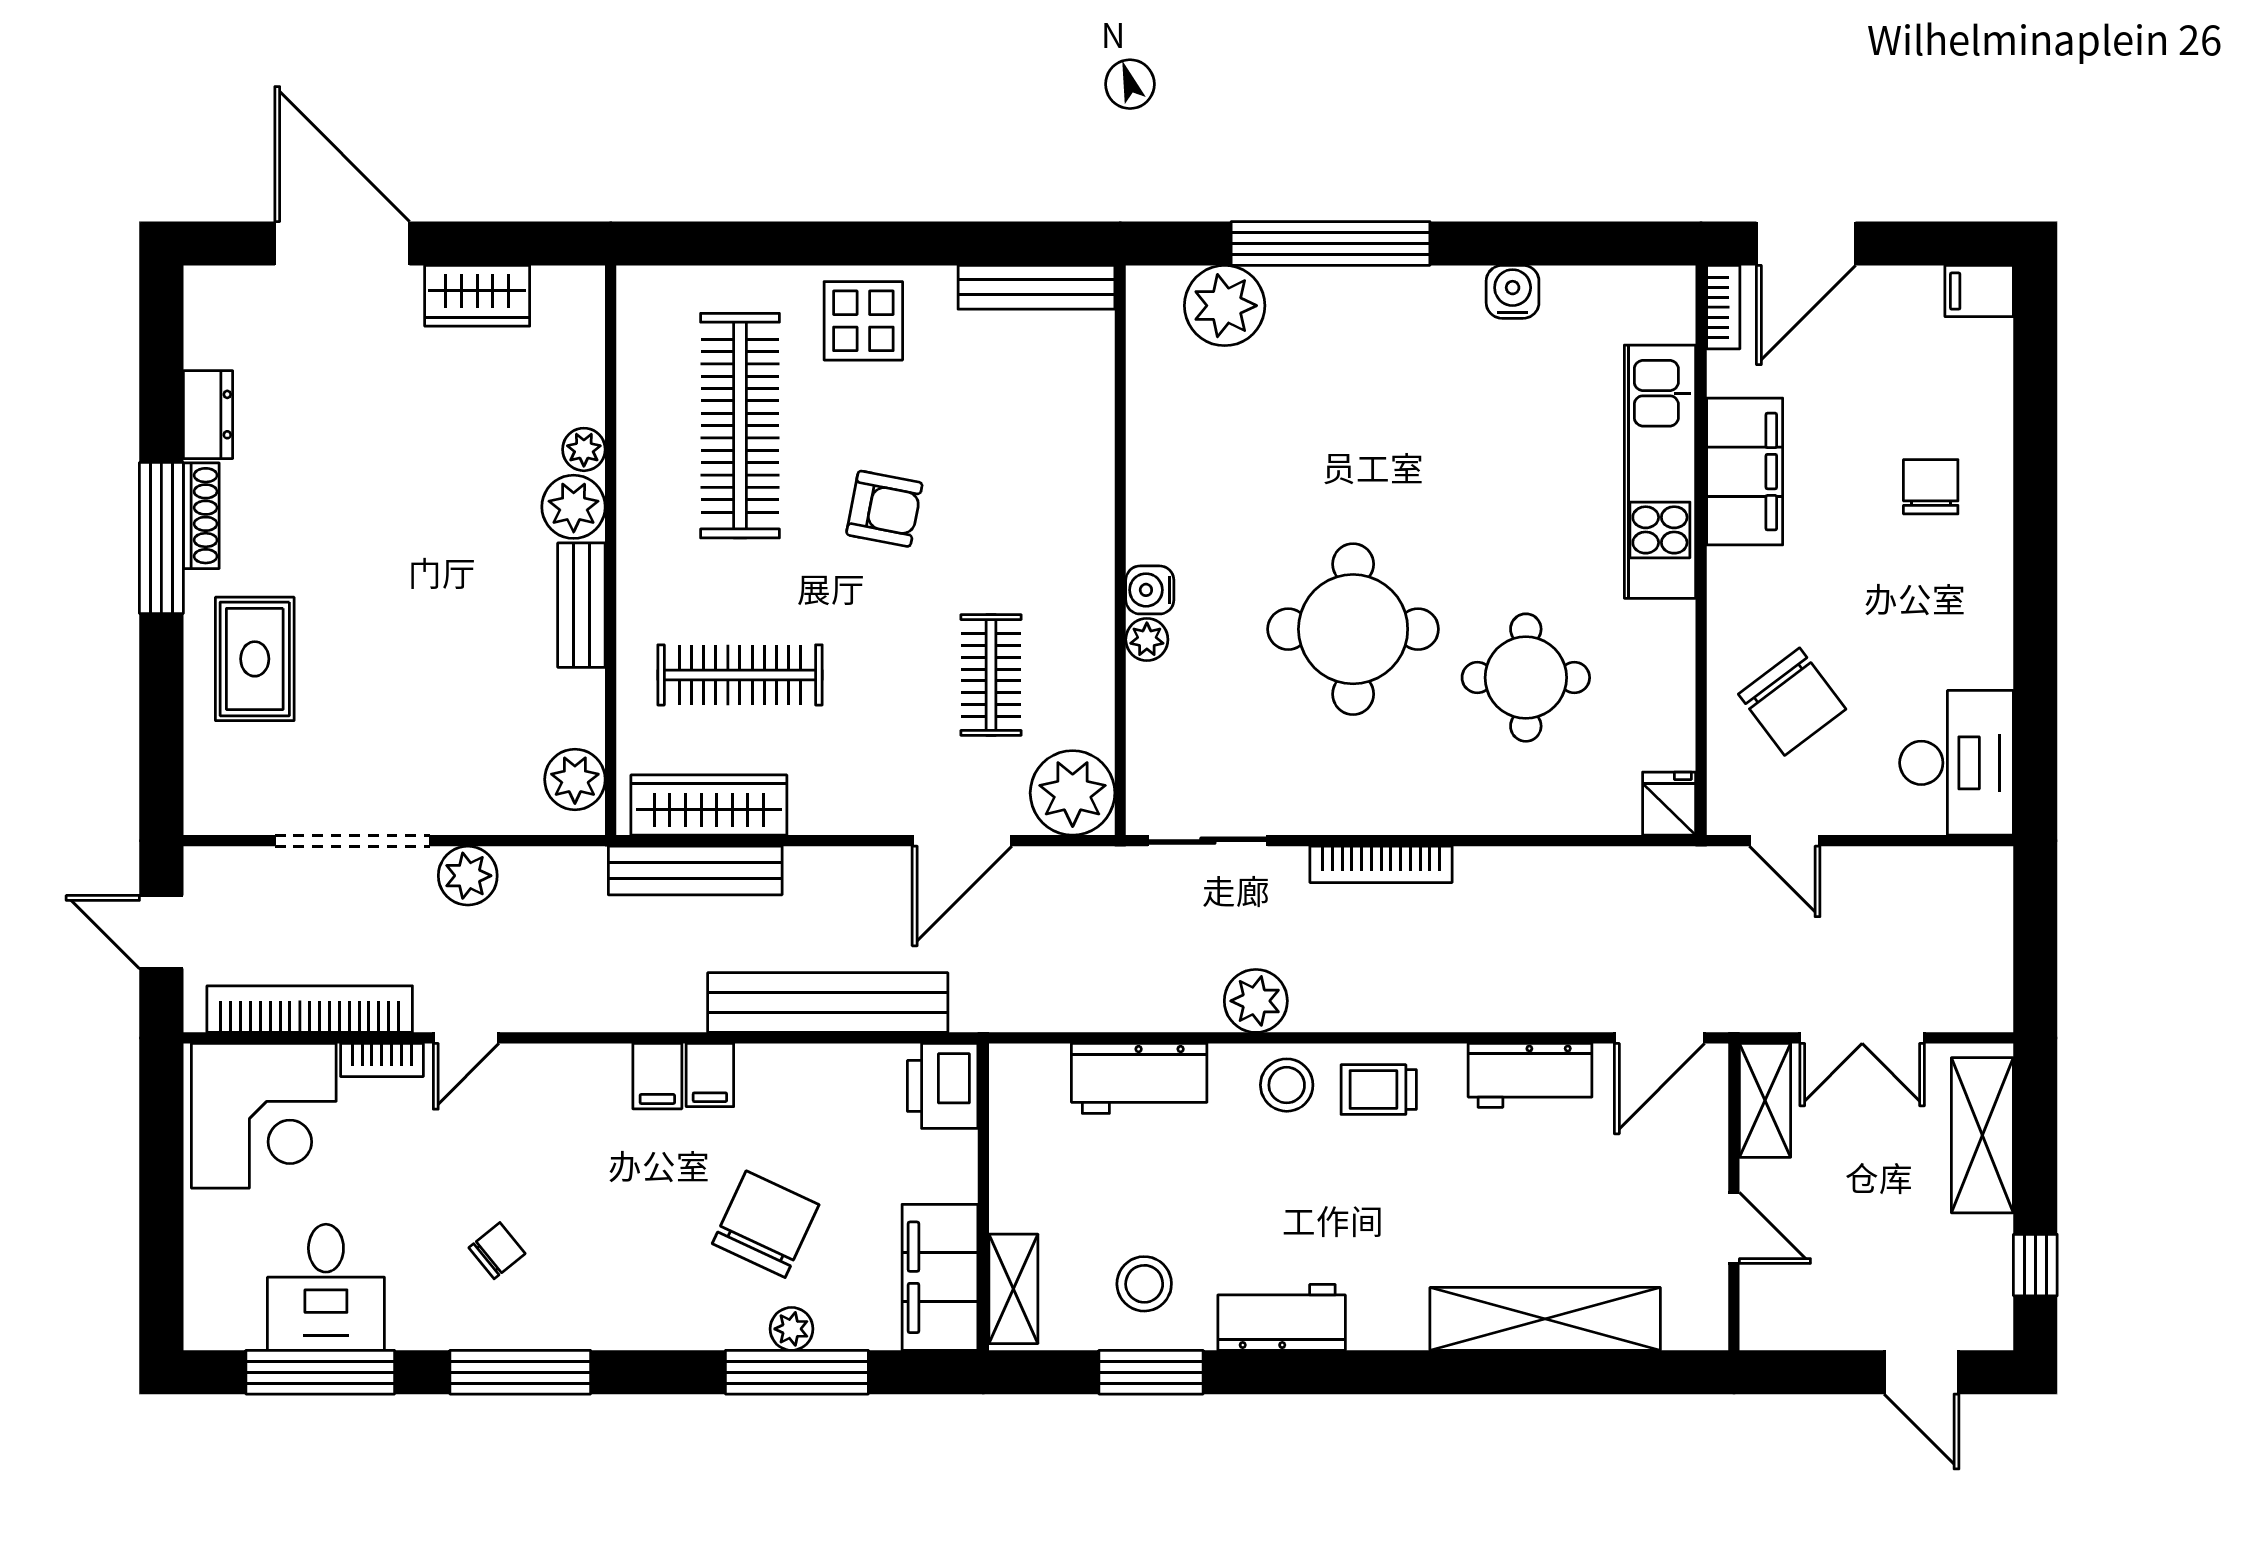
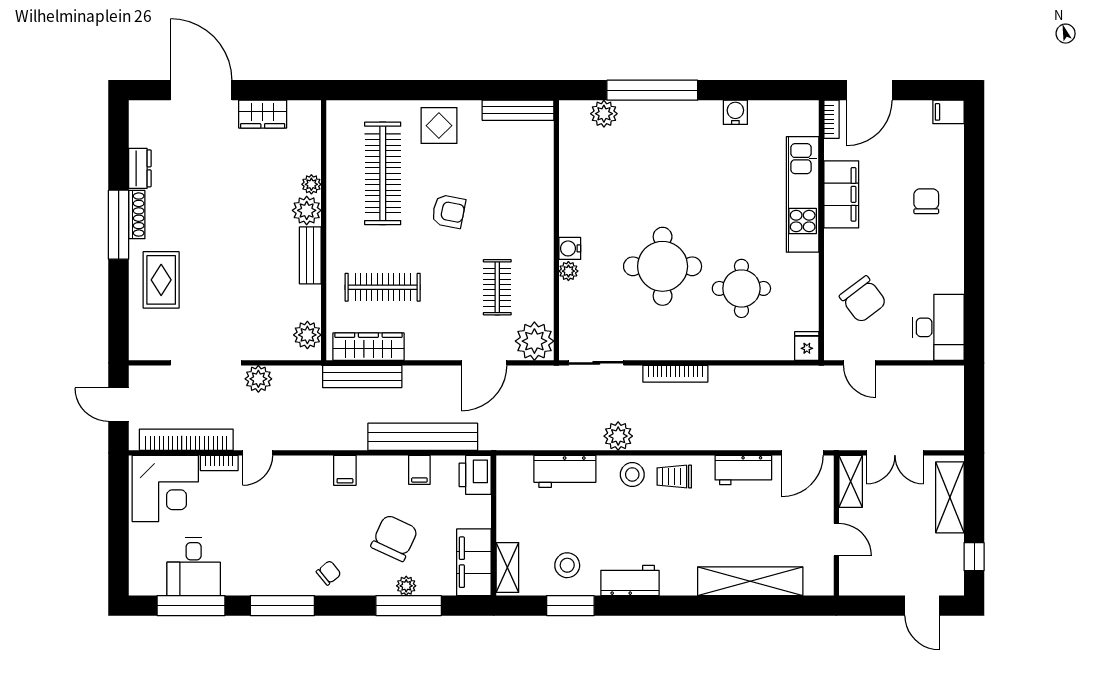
plant: (1225, 306) -> (604, 114), width x0.73, depth x0.73
filing cabinet: (710, 1075) -> (419, 470), moved
chair: (497, 1251) -> (329, 573), moved

